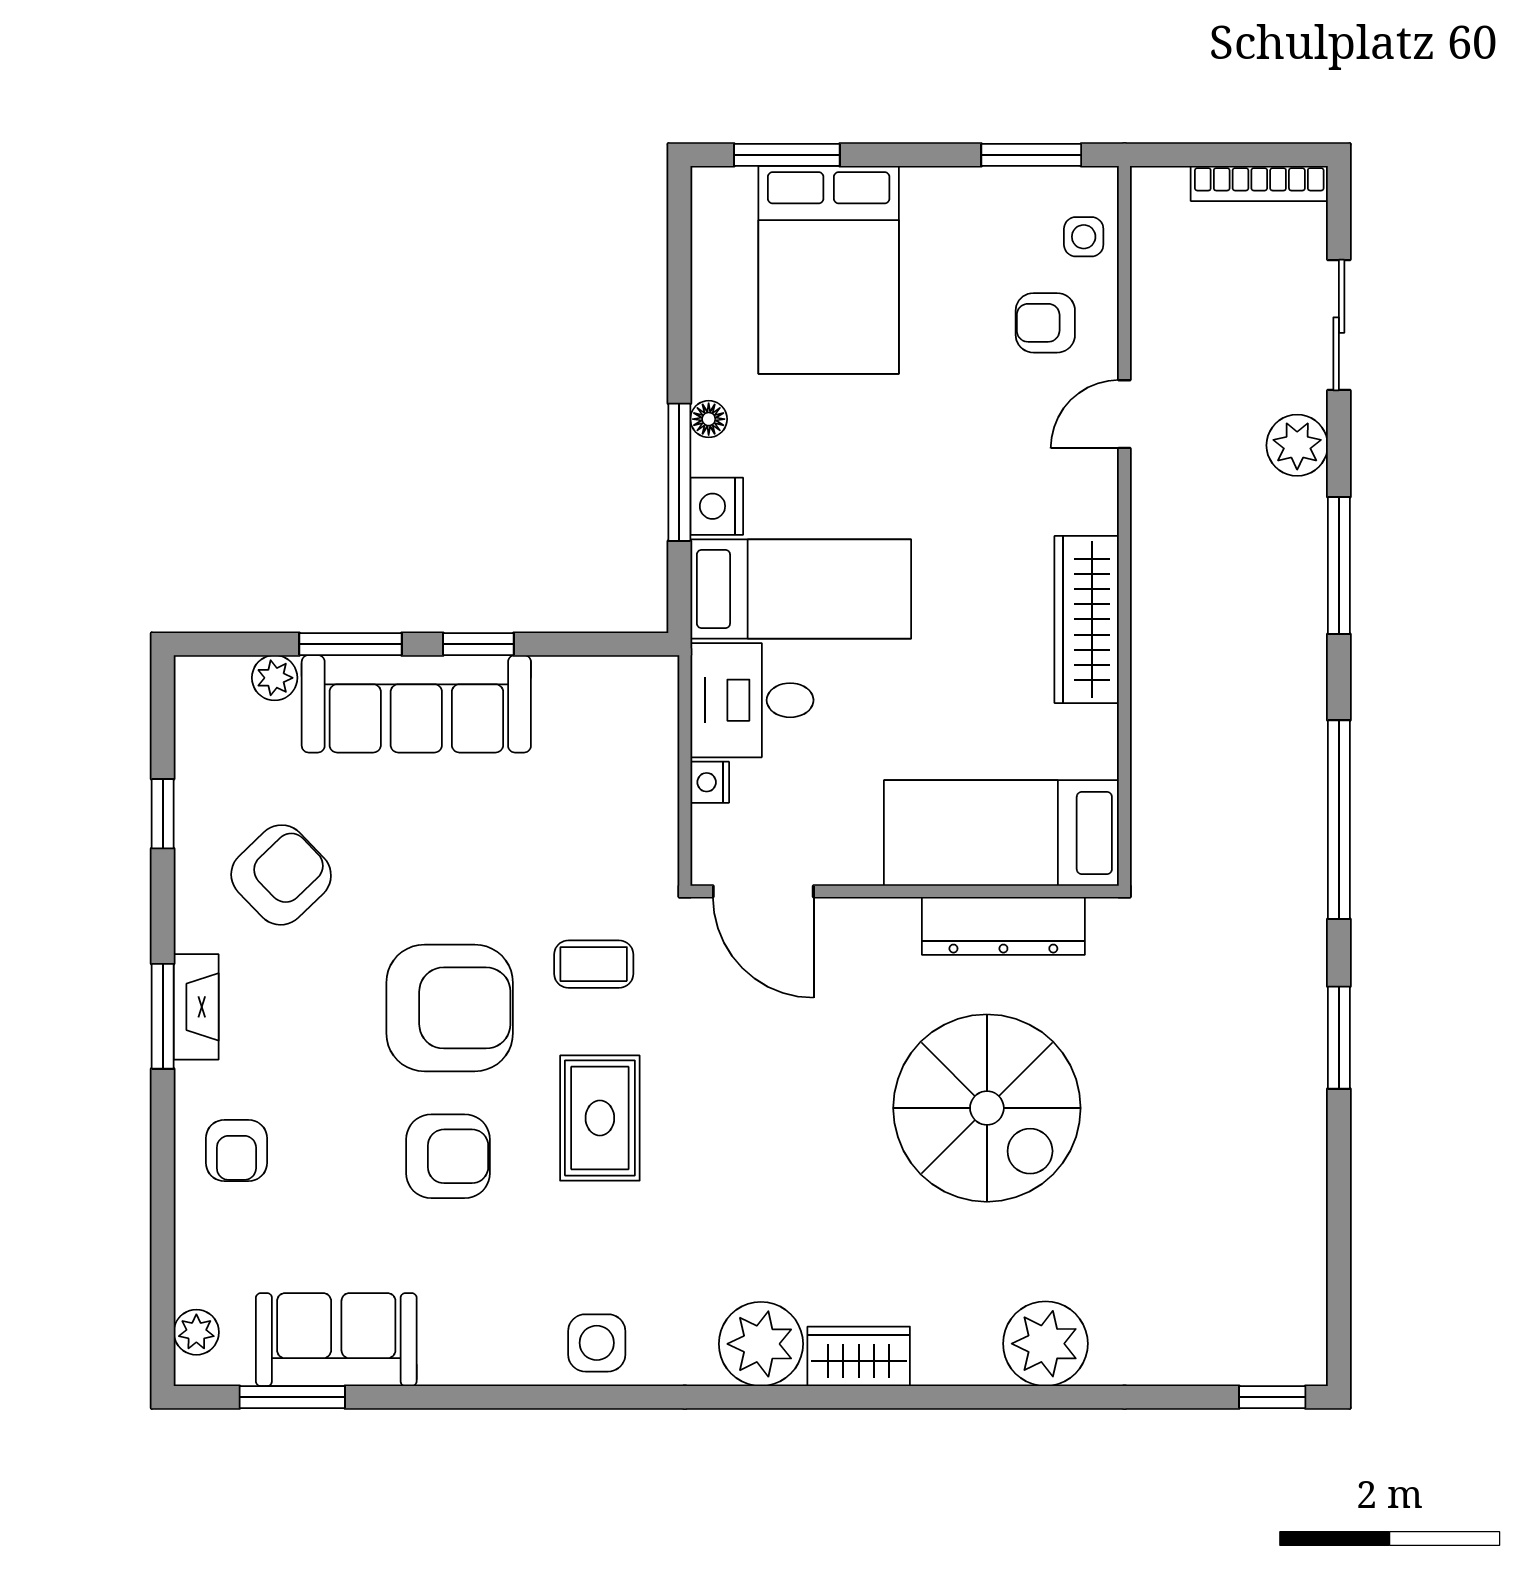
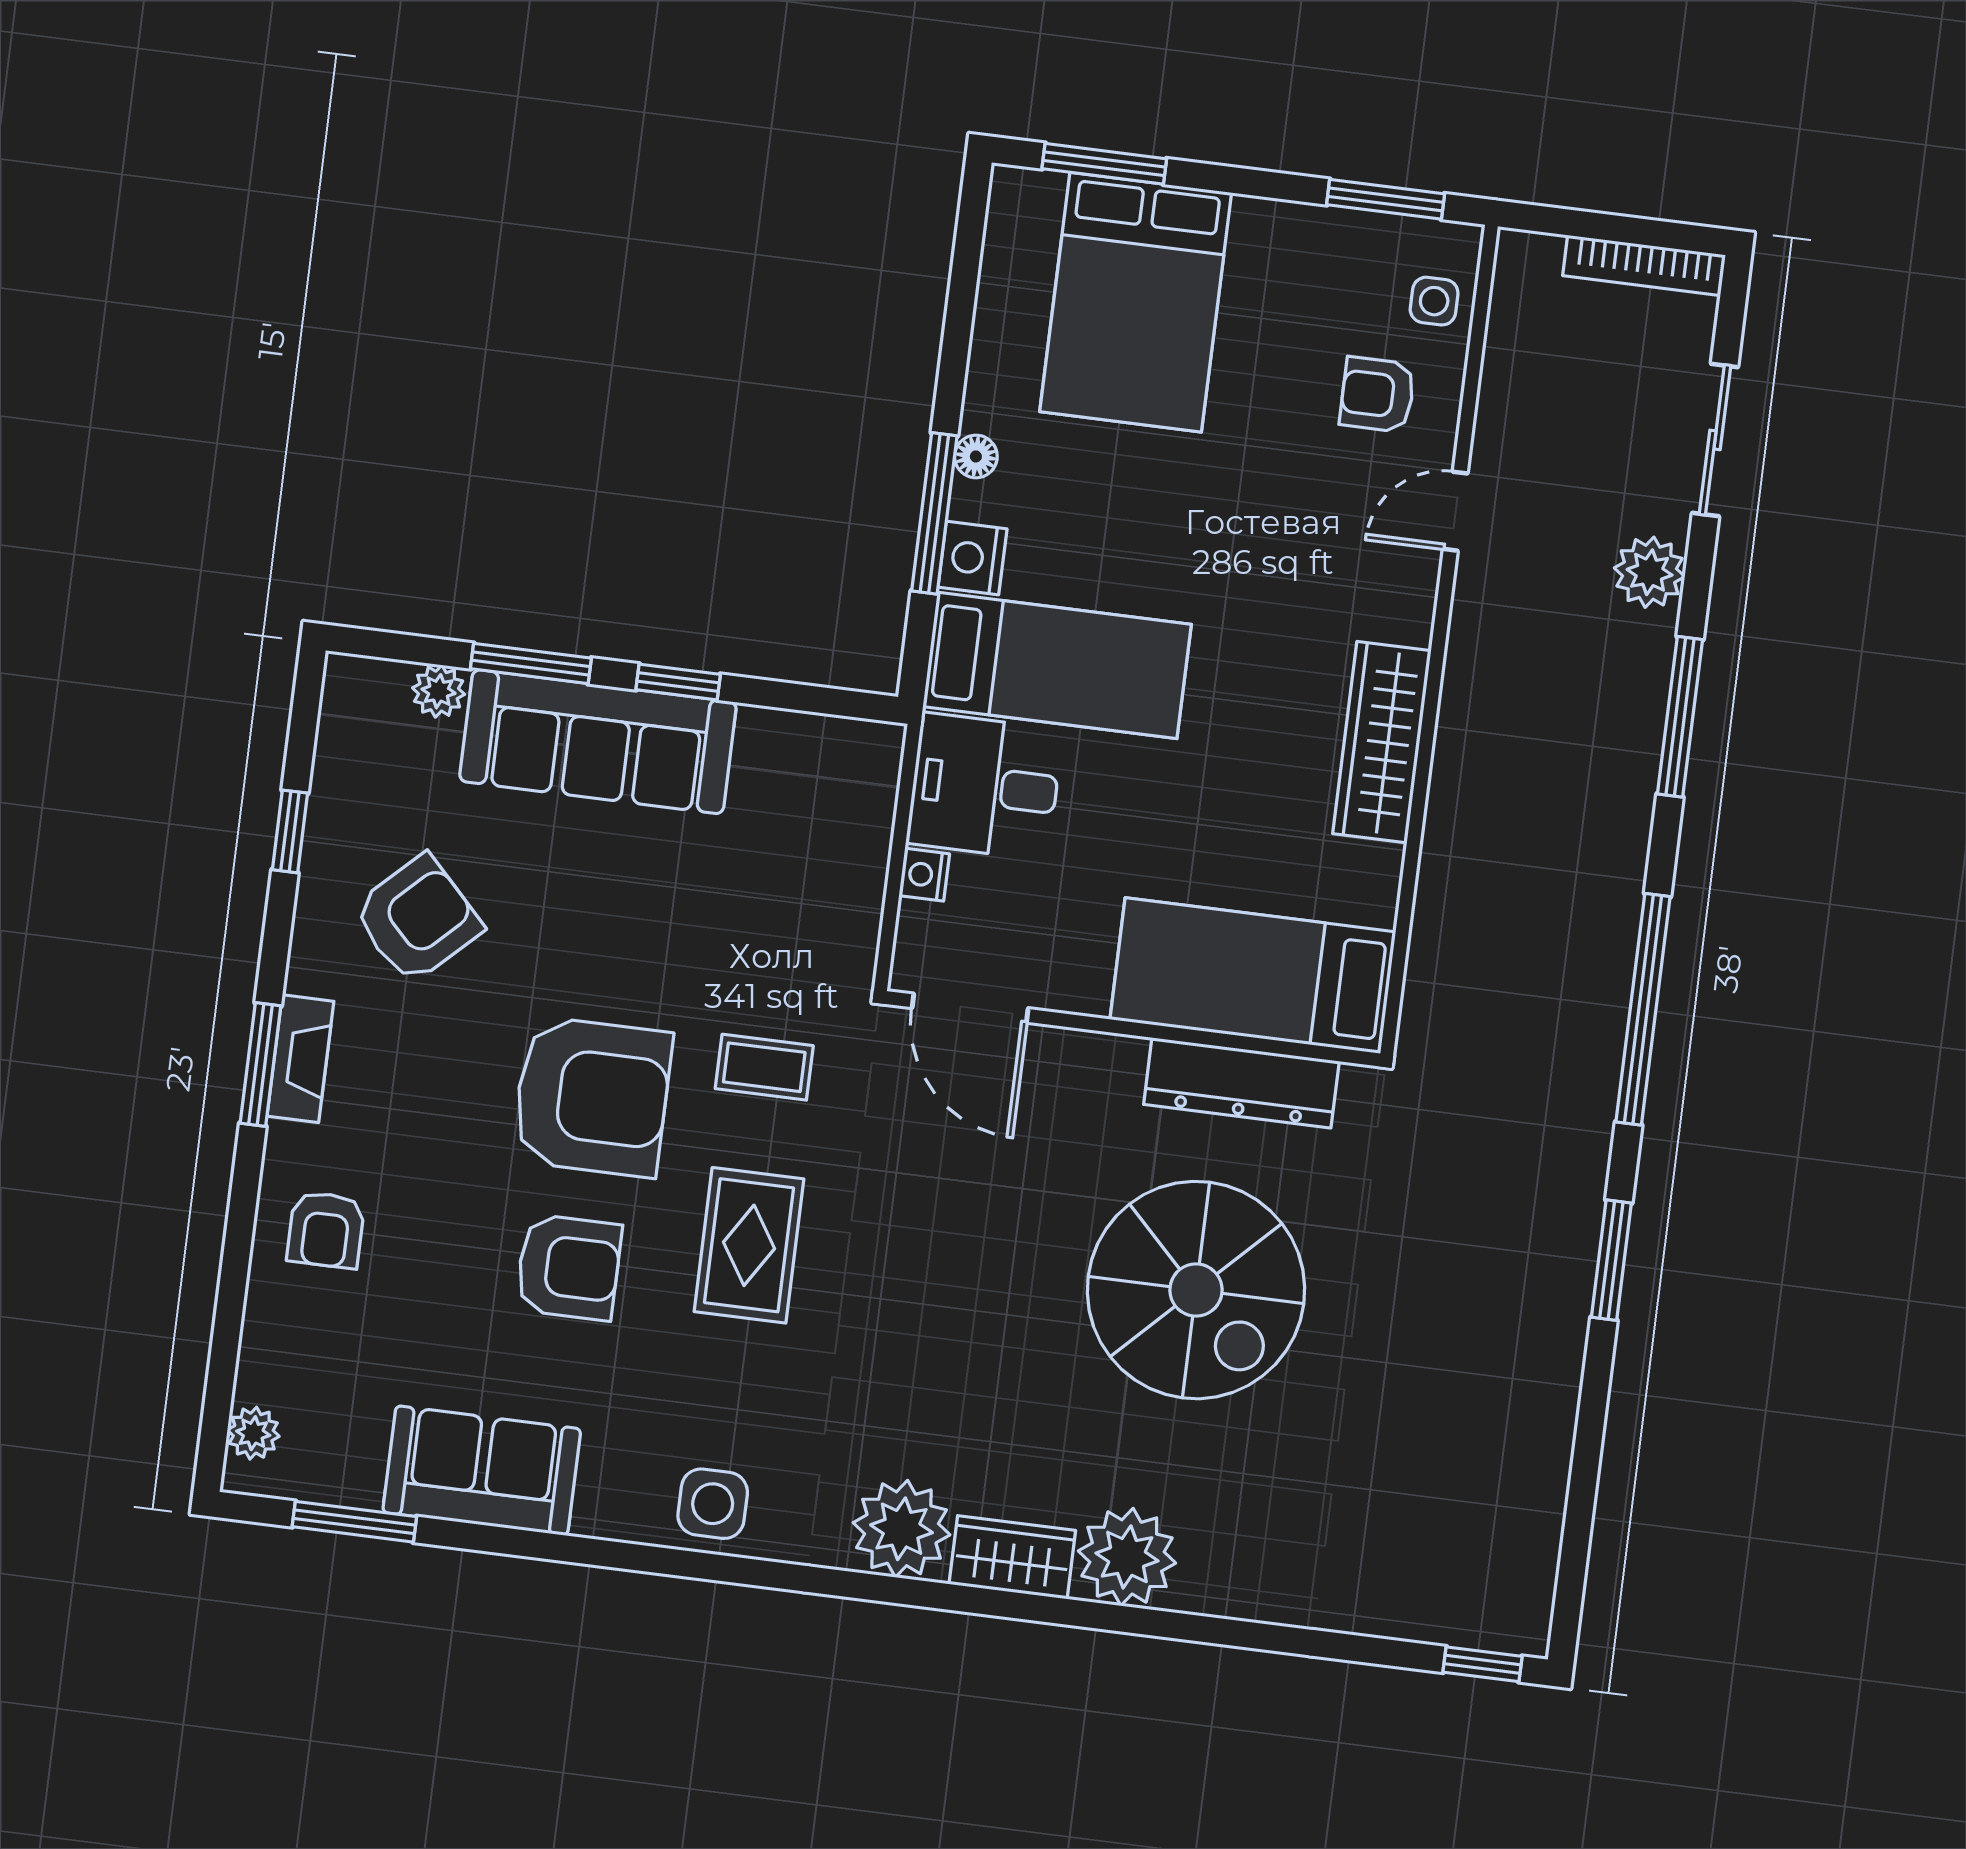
sofa: (336, 1340) -> (482, 1471), moved
plant: (1045, 1344) -> (1127, 1557), moved

